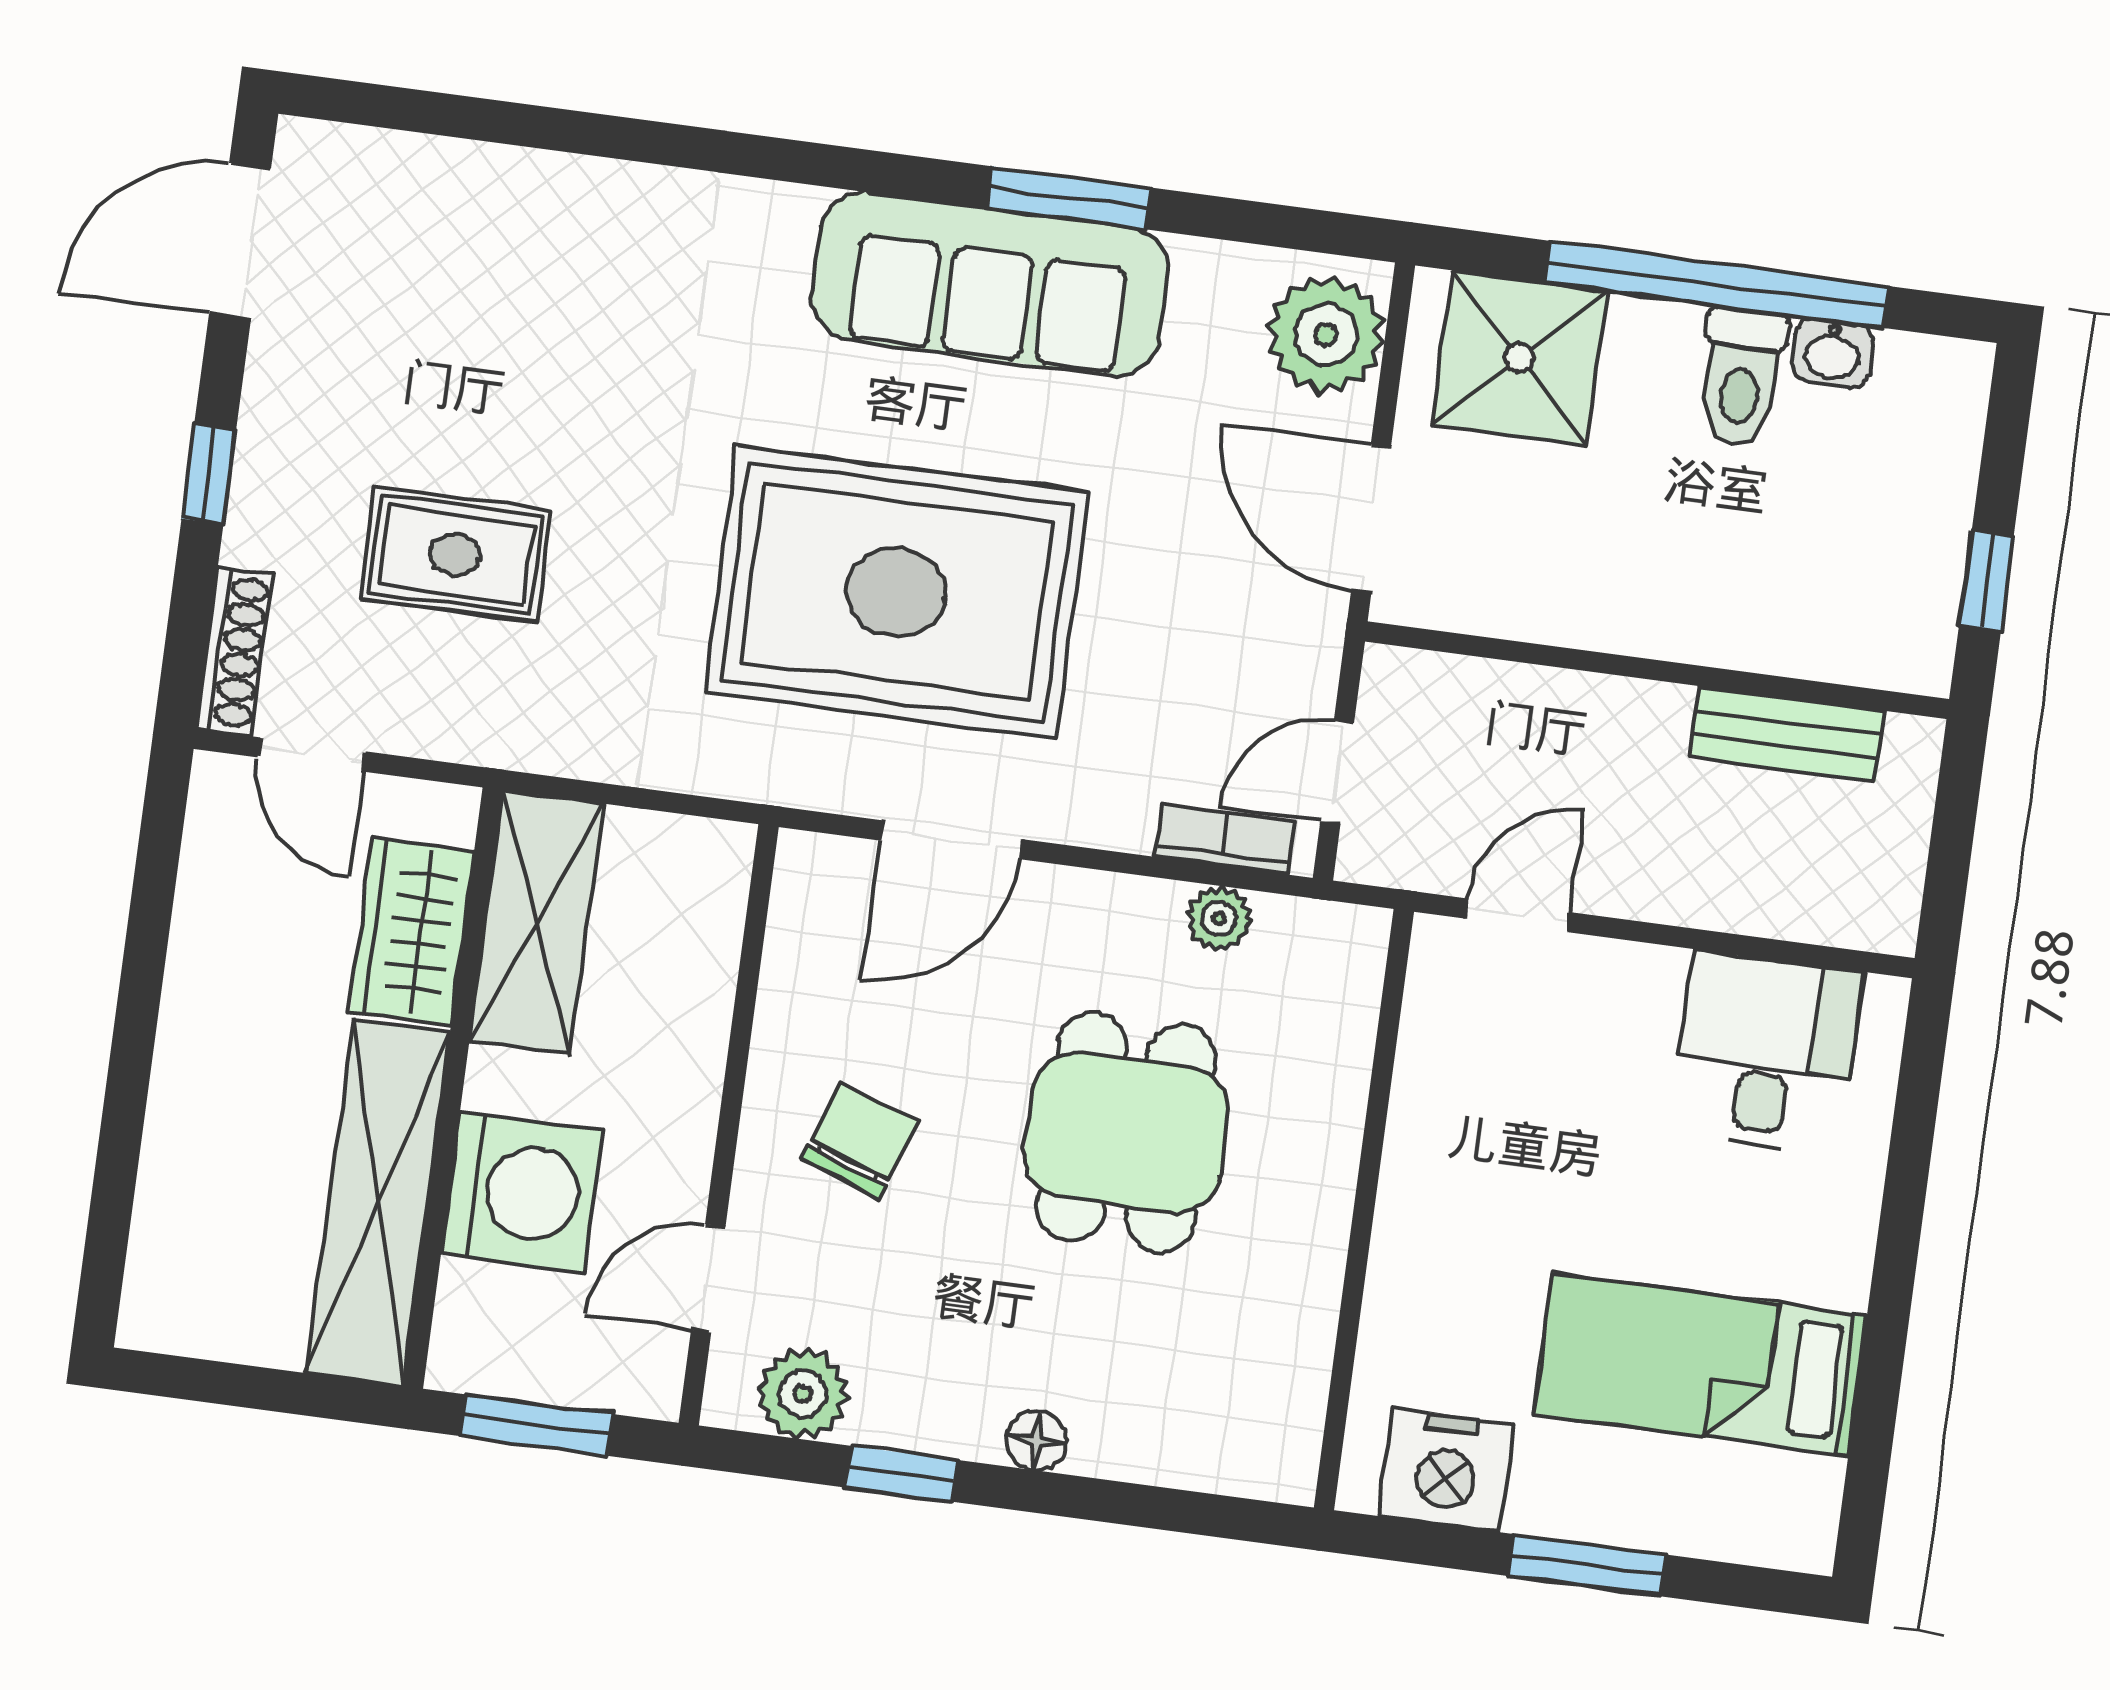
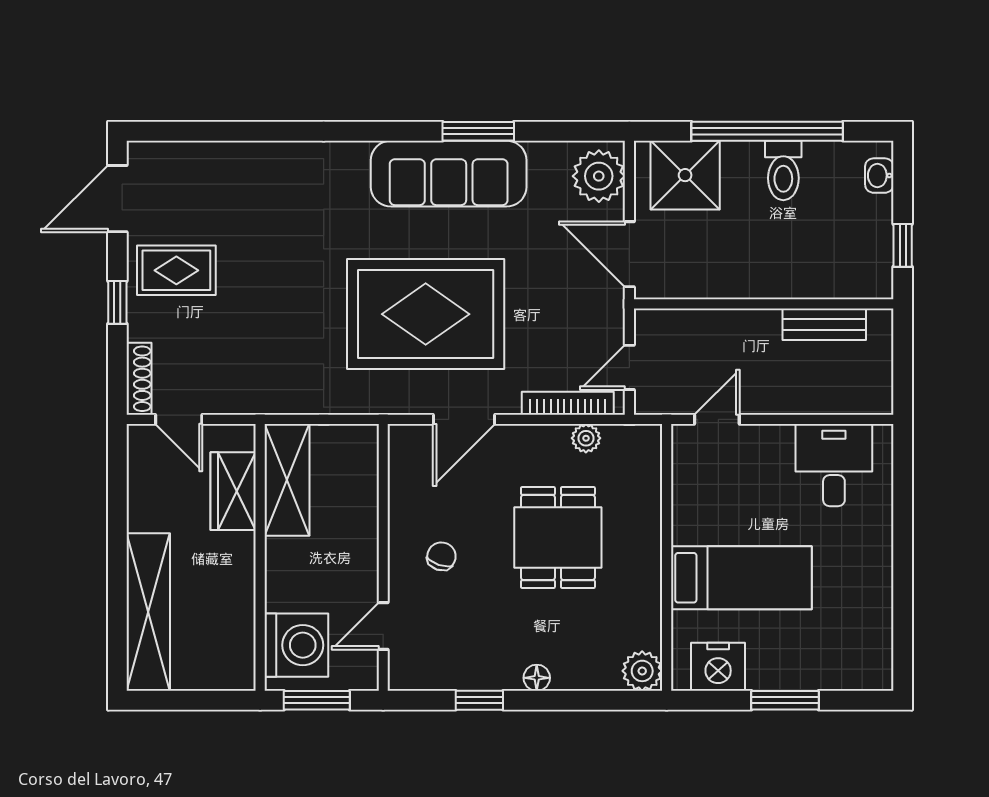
washbasin: (1832, 353) -> (879, 176), moved, turned 90
rug: (456, 555) -> (176, 270), moved
bookcase: (1225, 839) -> (568, 403), width x1.56
chair: (859, 1140) -> (441, 556), width x0.73, depth x0.73
washing machine: (522, 1192) -> (296, 645), moved
shelving: (378, 1203) -> (148, 612), moved
bed: (1700, 1364) -> (741, 578), moved, turned 180
plant: (803, 1394) -> (642, 671), moved

